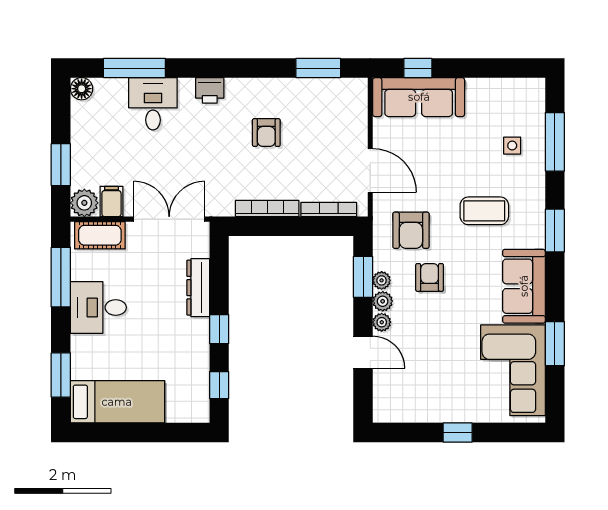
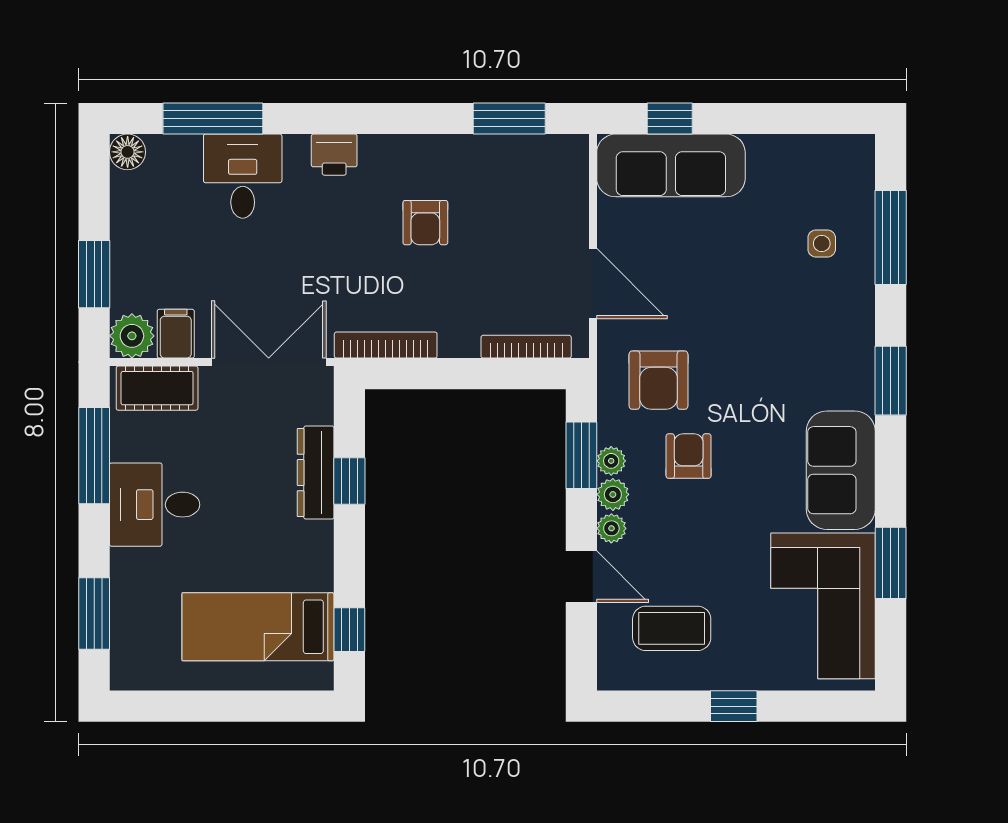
bookcase: (267, 209) -> (386, 345), moved
coffee table: (484, 211) -> (672, 628), moved
window: (219, 329) -> (349, 481), moved
bed: (117, 402) -> (258, 627), moved, turned 180

